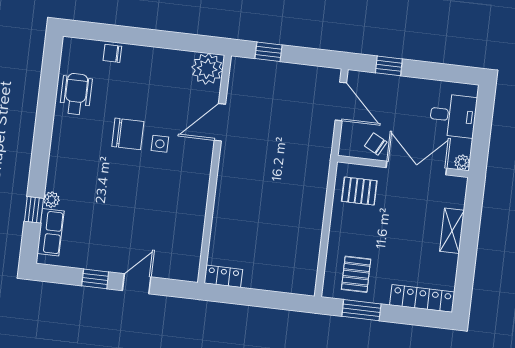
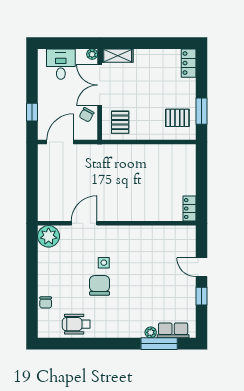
window: (268, 52) -> (32, 196), removed
door: (220, 122) -> (84, 223), swing flipped
window: (34, 210) -> (159, 344), width x2.17
shelving: (452, 231) -> (118, 56), moved
locker: (422, 298) -> (189, 63), width x0.66

